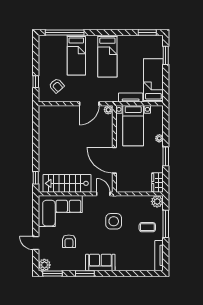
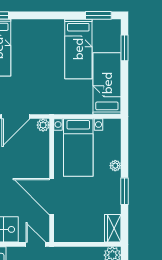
bed: (107, 56) -> (78, 49), moved
tv unit: (131, 98) -> (75, 108), removed

